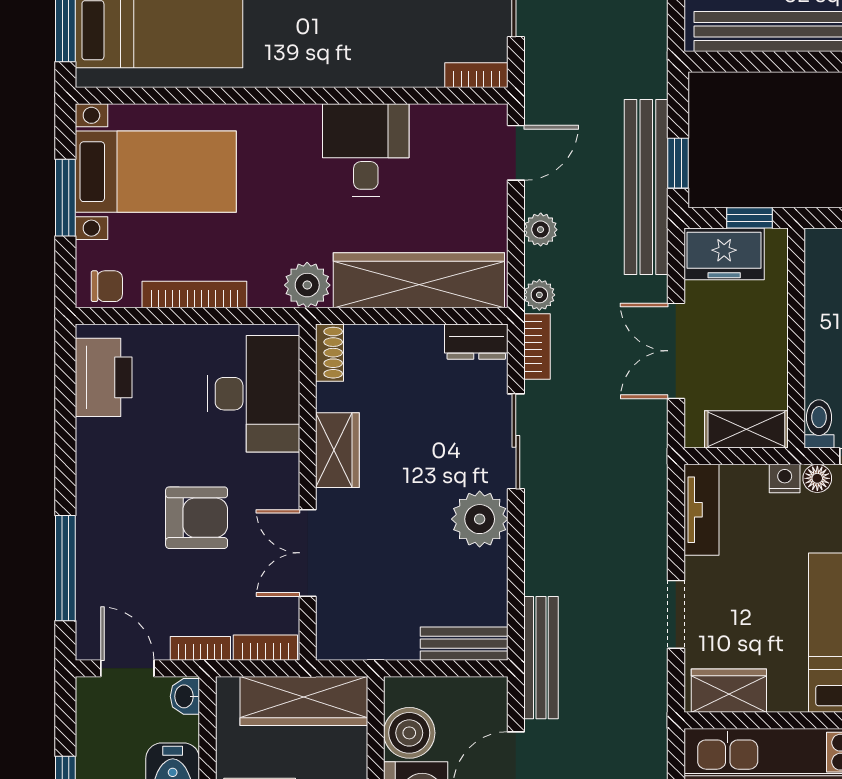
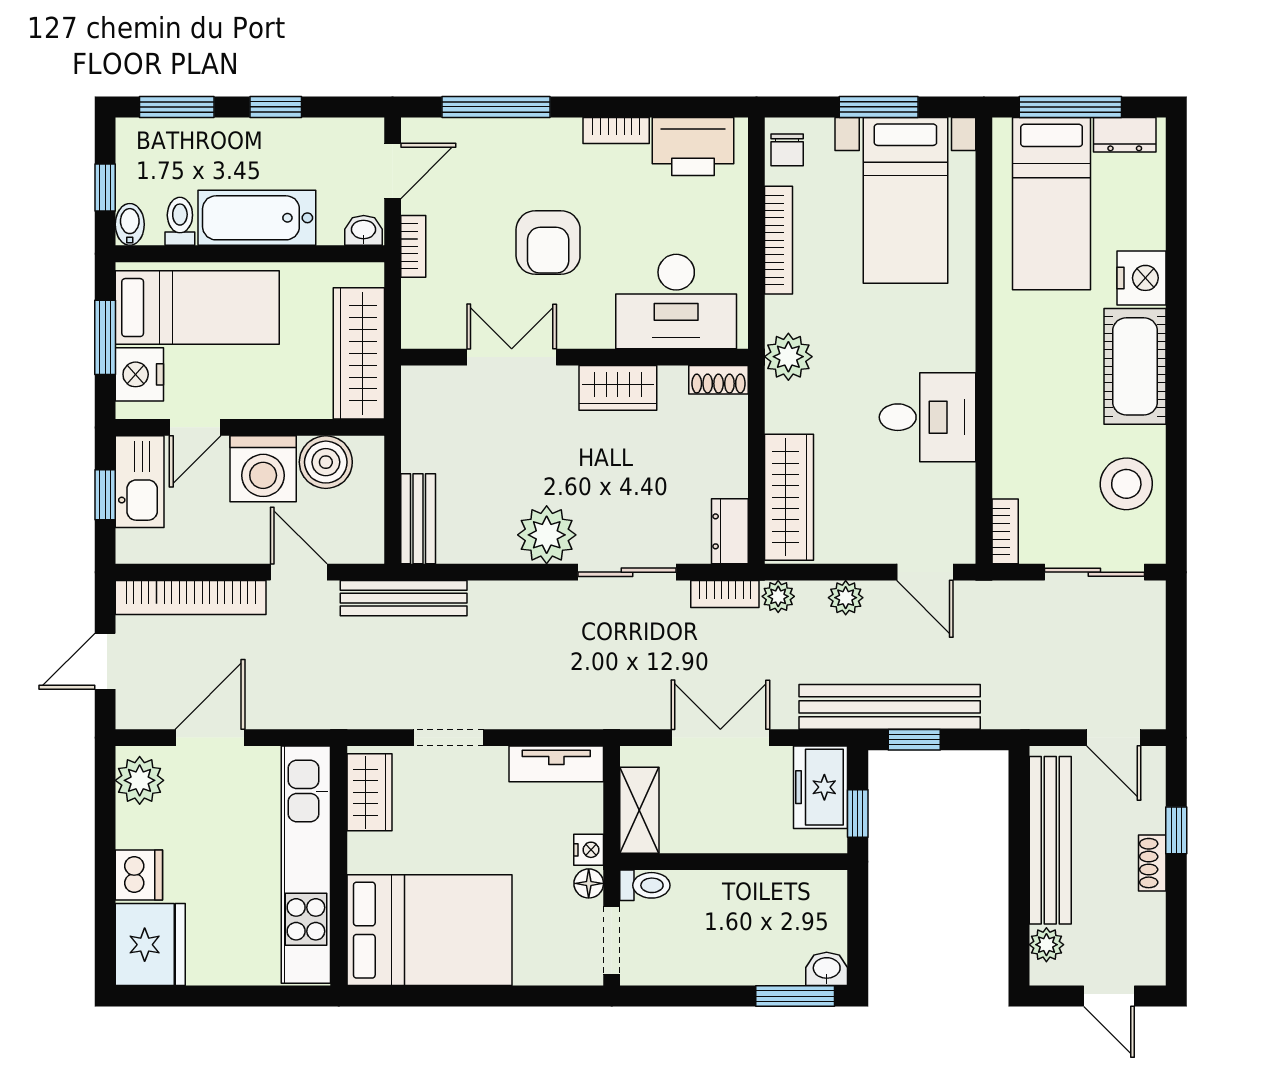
wardrobe: (419, 280) -> (789, 497), width x0.71, depth x0.85
bookcase: (265, 648) -> (616, 130), moved, turned 90

